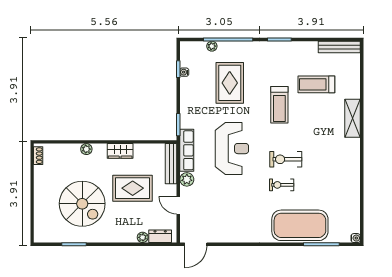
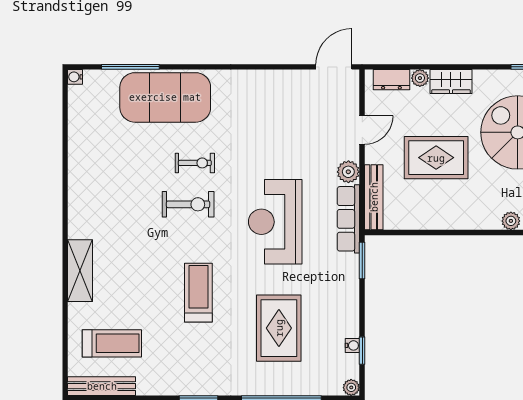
plant: (212, 46) -> (351, 387), moved
treadmill: (316, 84) -> (112, 343), moved
wardrobe: (120, 151) -> (451, 82), moved, turned 180
door: (178, 205) -> (362, 130), hinge flipped

